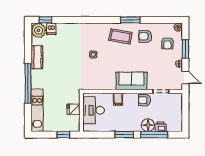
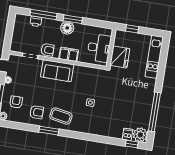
kitchen counter: (37, 57) -> (146, 109), removed
window: (28, 83) -> (154, 112), moved
filing cabinet: (118, 99) -> (69, 54), width x2.00
fridge: (73, 109) -> (120, 57), width x1.88, depth x1.34
floor lamp: (148, 125) -> (67, 28), moved

